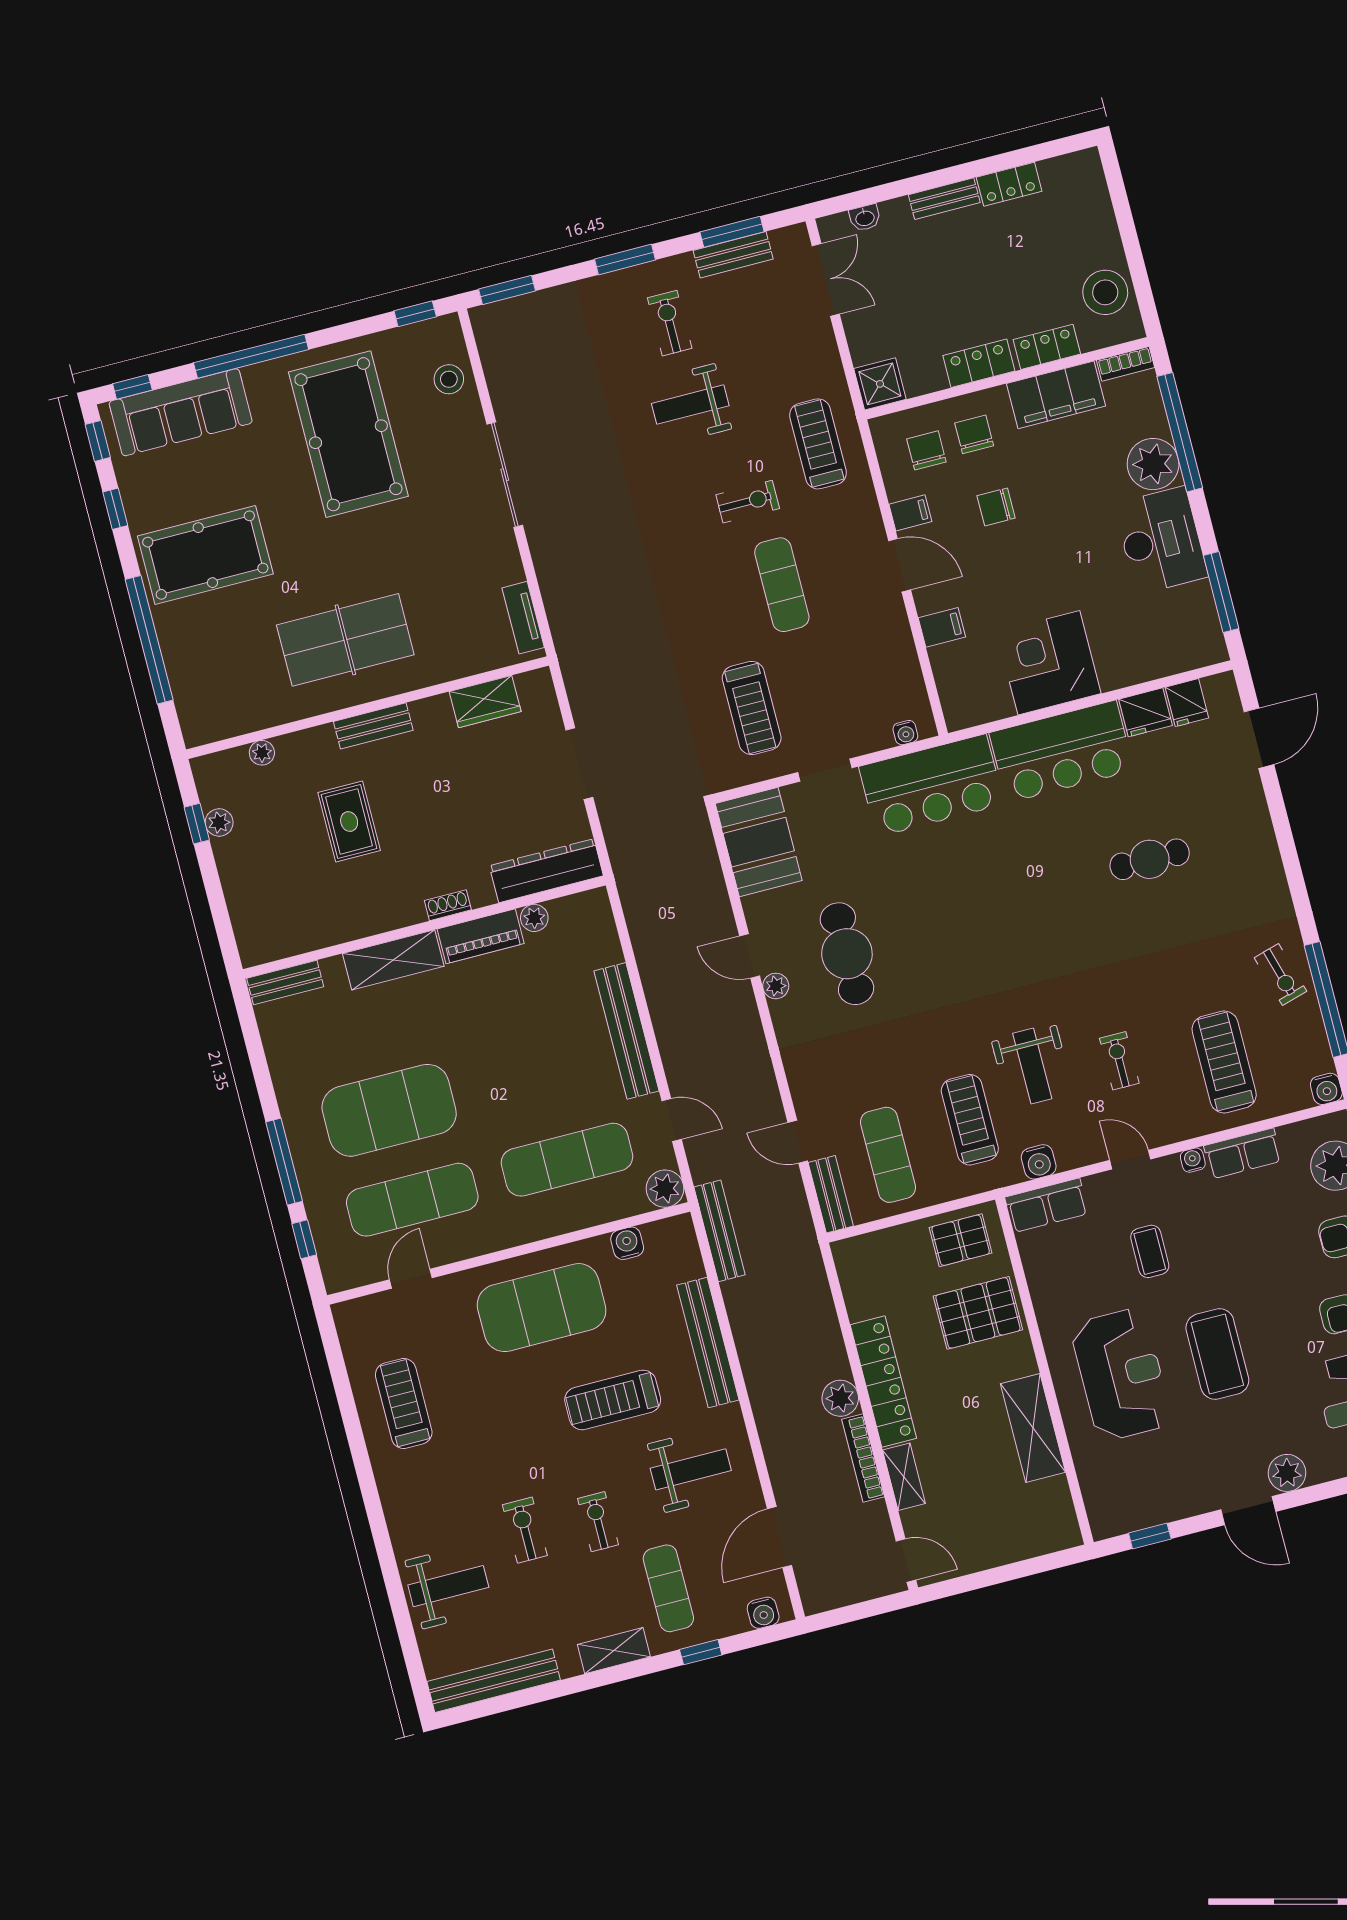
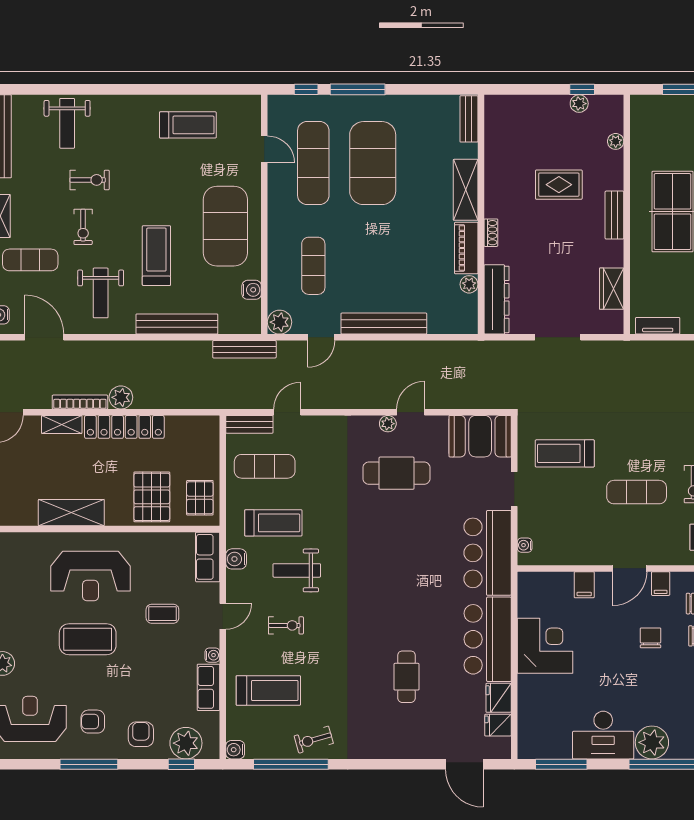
exercise mat: (567, 1160) -> (313, 266), width x0.73, depth x0.69
exercise bike: (598, 1522) -> (83, 227), turned 90

